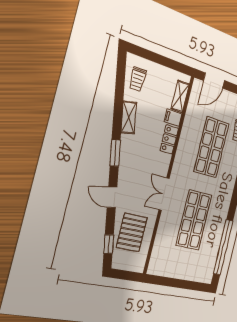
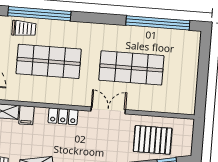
locker: (169, 139) -> (63, 116), moved
double door: (164, 194) -> (108, 110), swing flipped

